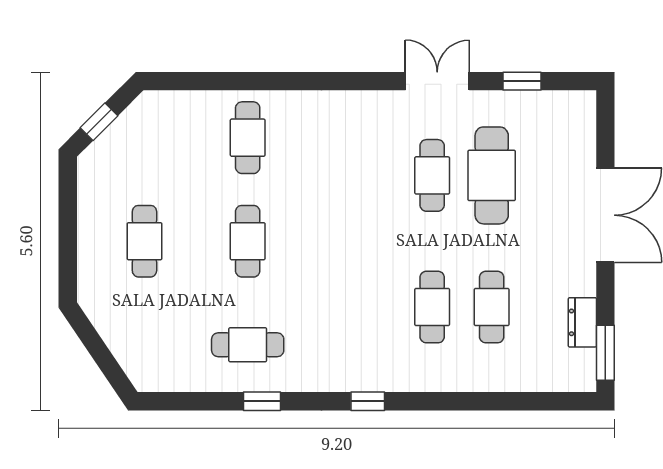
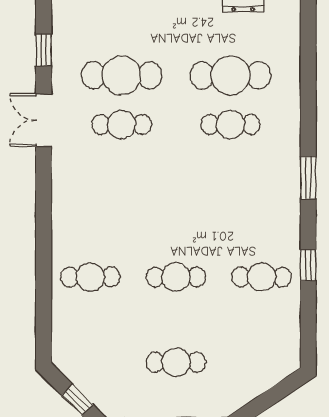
cafe table: (492, 307) -> (230, 75), width x1.37, depth x1.35
cafe table: (248, 345) -> (262, 277), turned 90
window: (368, 401) -> (308, 178), width x1.50

